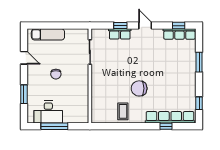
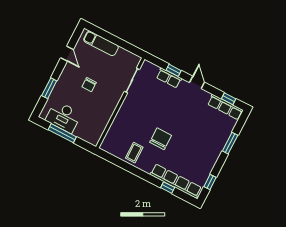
chair: (139, 88) -> (161, 139), turned 90

